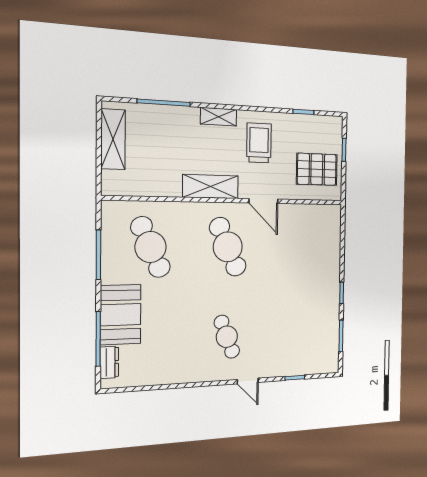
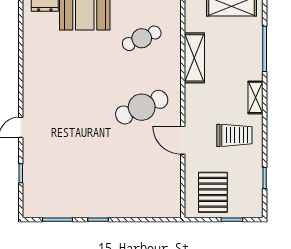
shelving: (211, 187) -> (194, 58), moved
door: (263, 201) -> (183, 140), hinge flipped
cafe table: (151, 247) -> (142, 38), width x0.73, depth x0.74
cafe table: (227, 337) -> (62, 107), removed

